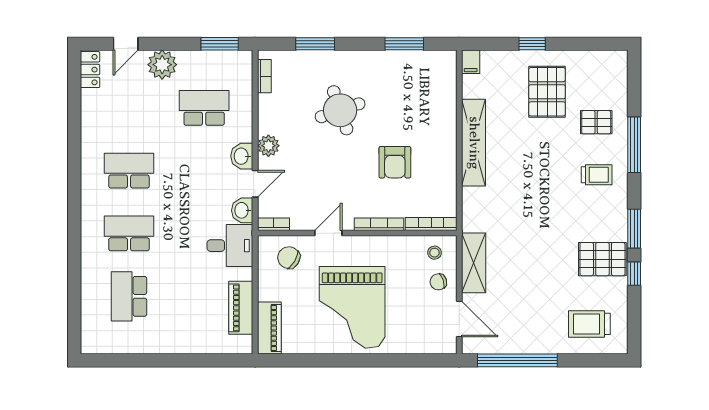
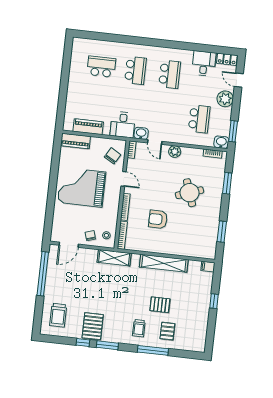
pallet: (547, 92) -> (160, 305), moved, width x0.67, depth x0.71
desk: (102, 111) -> (204, 63), added
washbasin: (242, 156) -> (221, 142), moved
shelving: (474, 263) -> (114, 258), moved
trolley: (589, 324) -> (58, 315), turned 180

